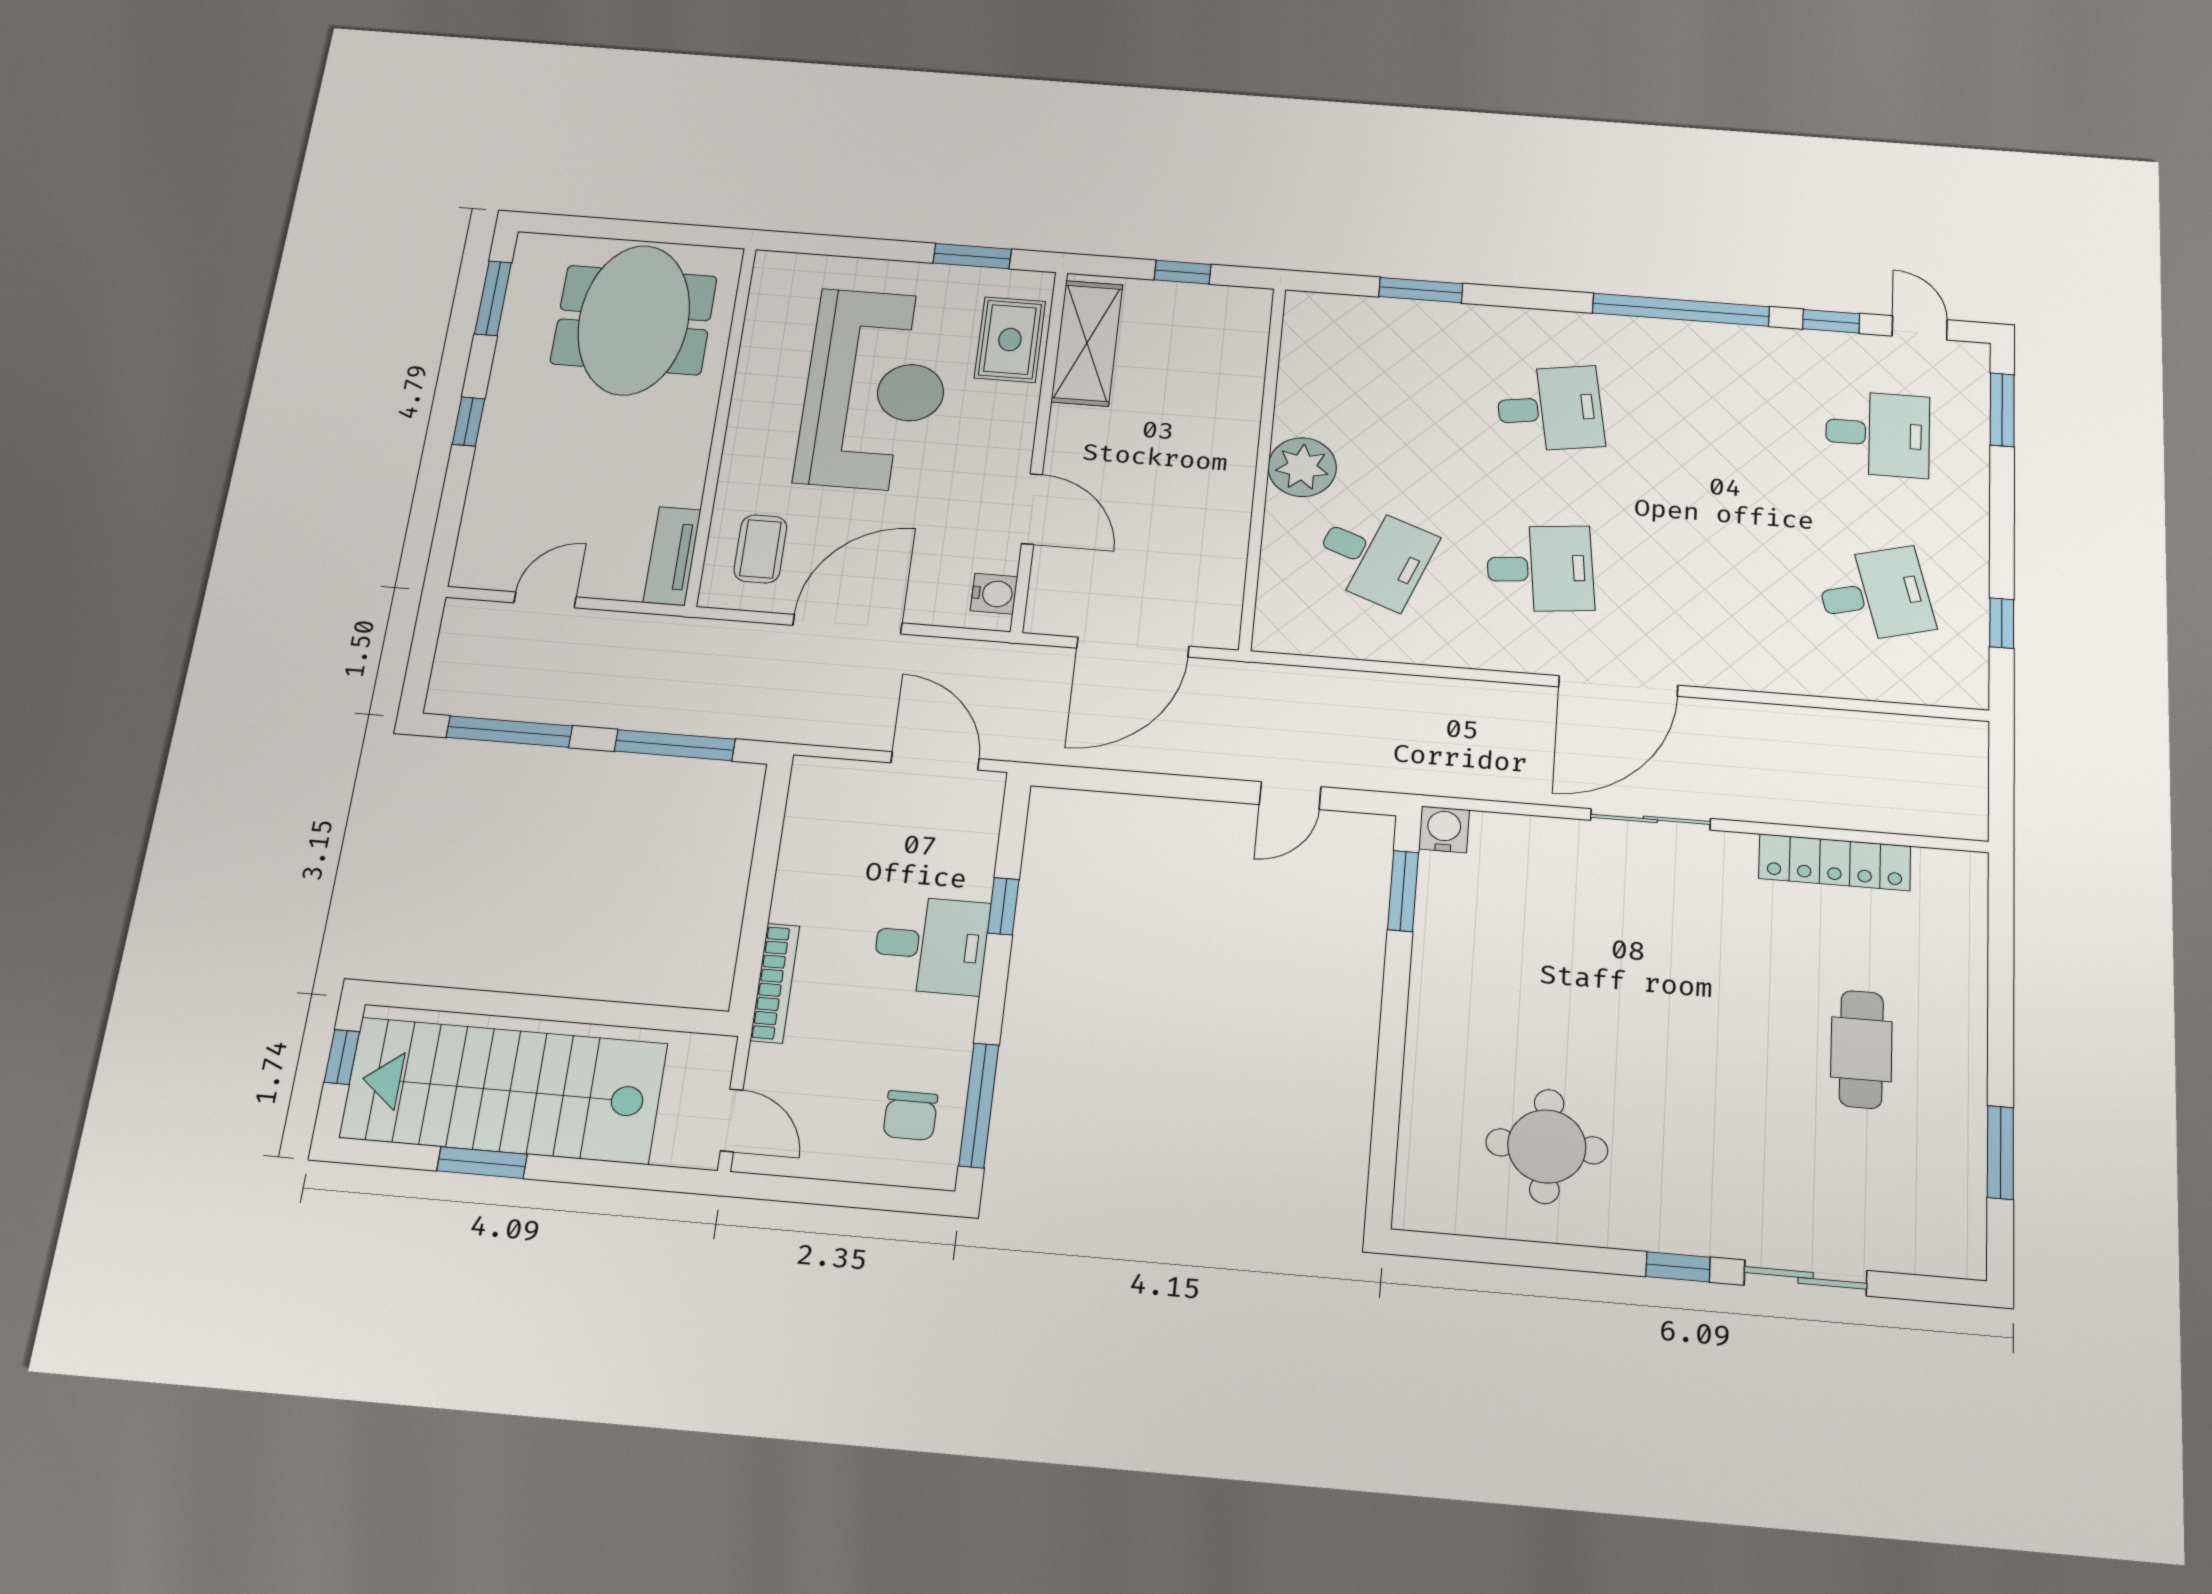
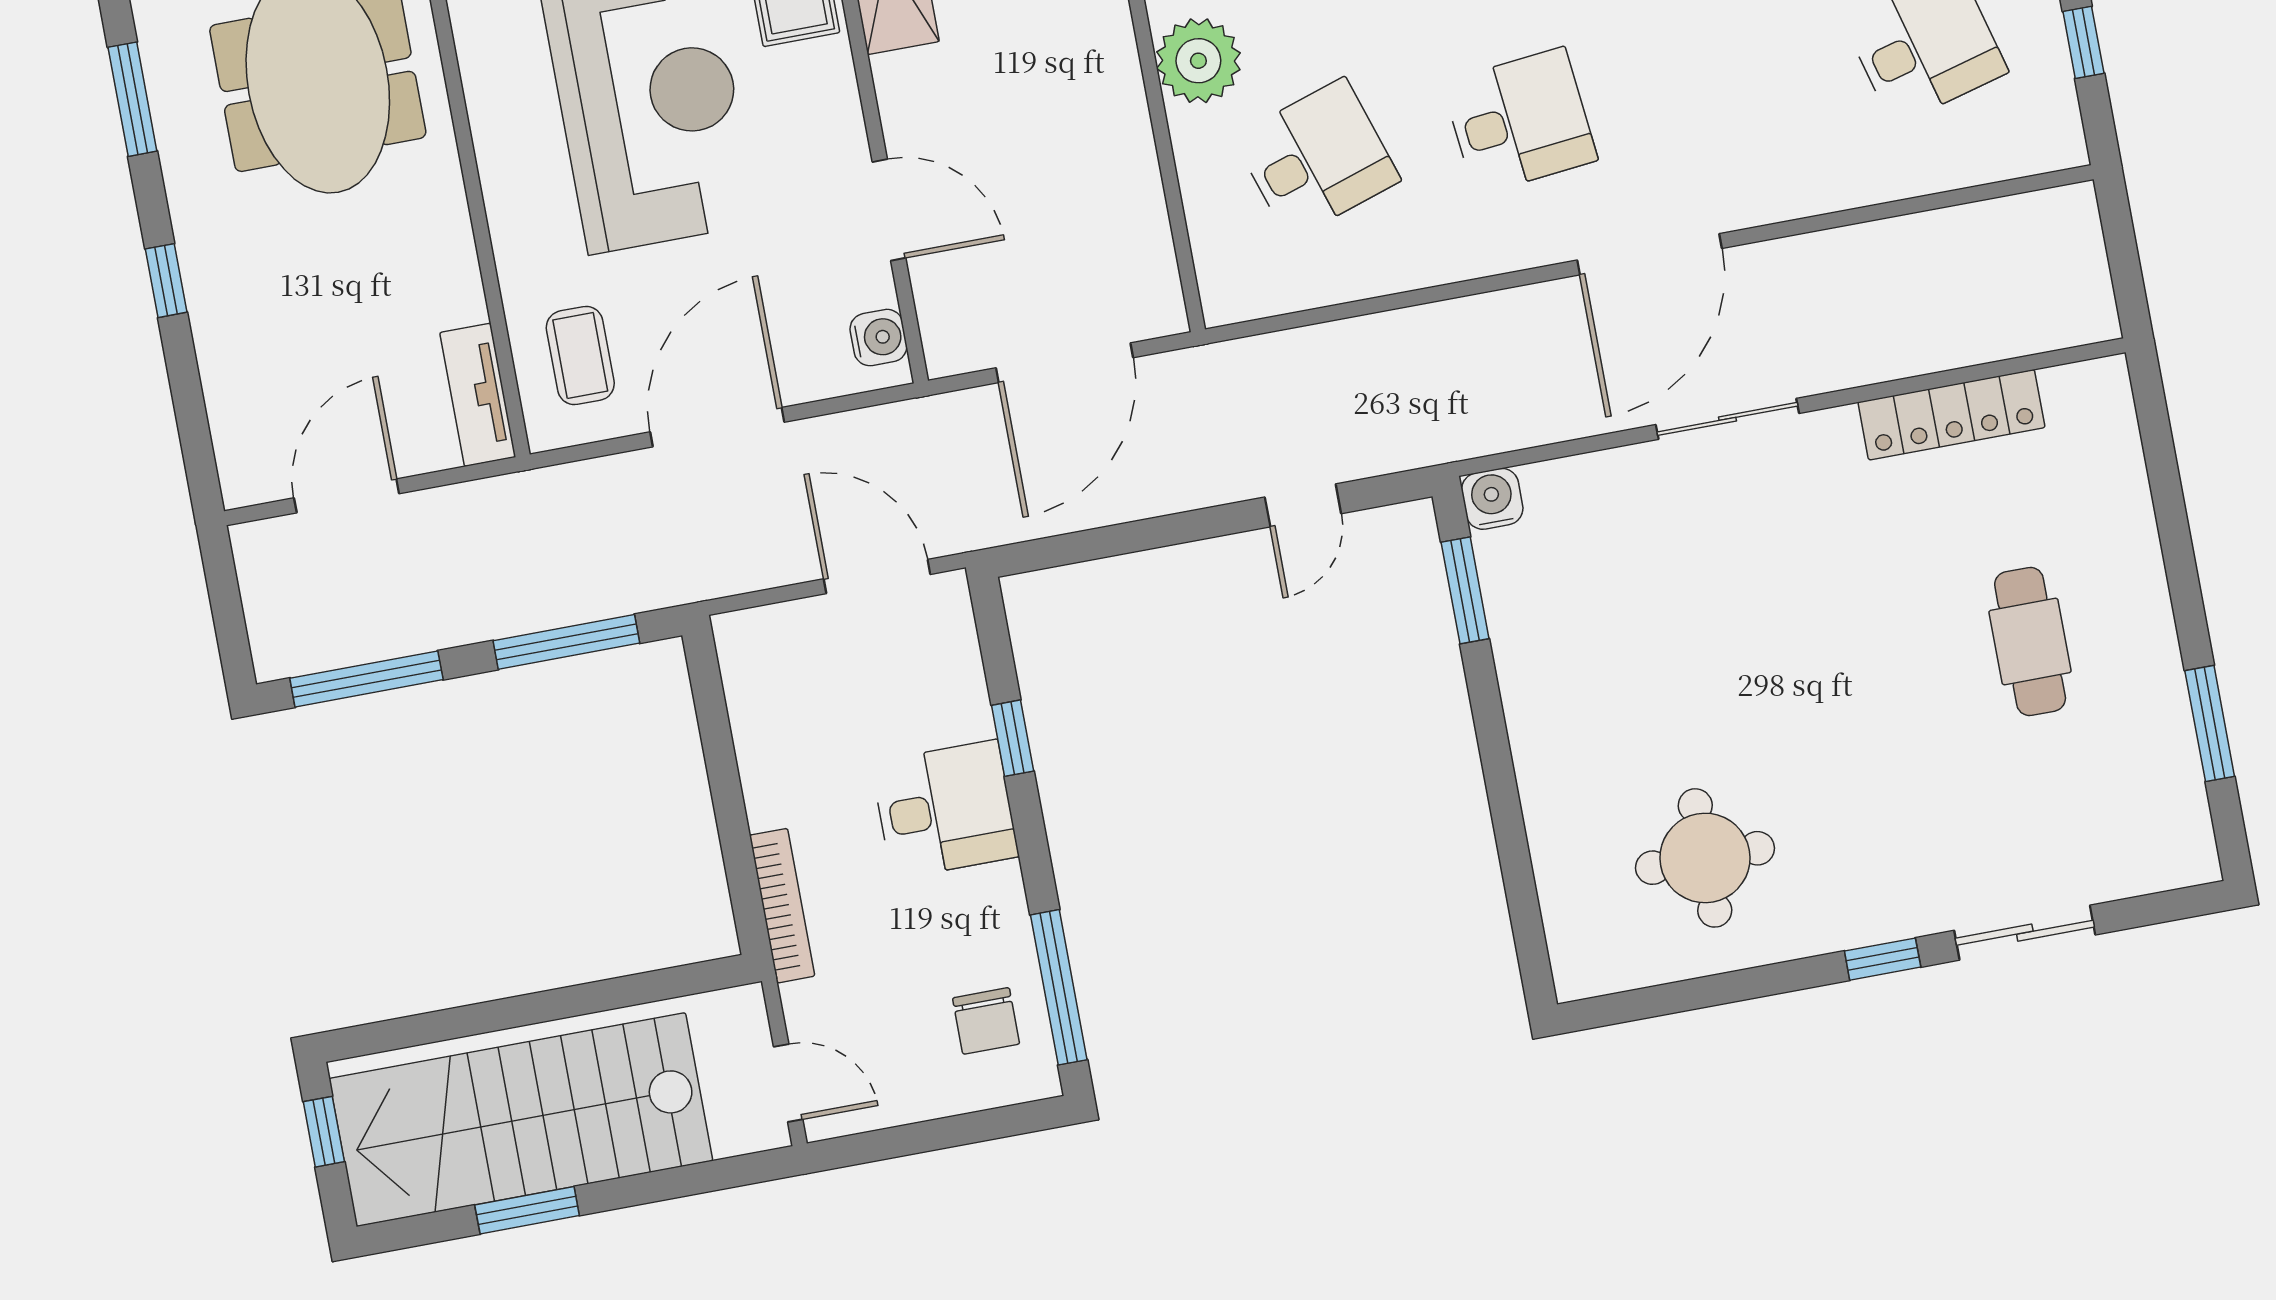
desk: (1374, 556) -> (1317, 159), turned -39
door: (545, 600) -> (347, 496), width x1.38

